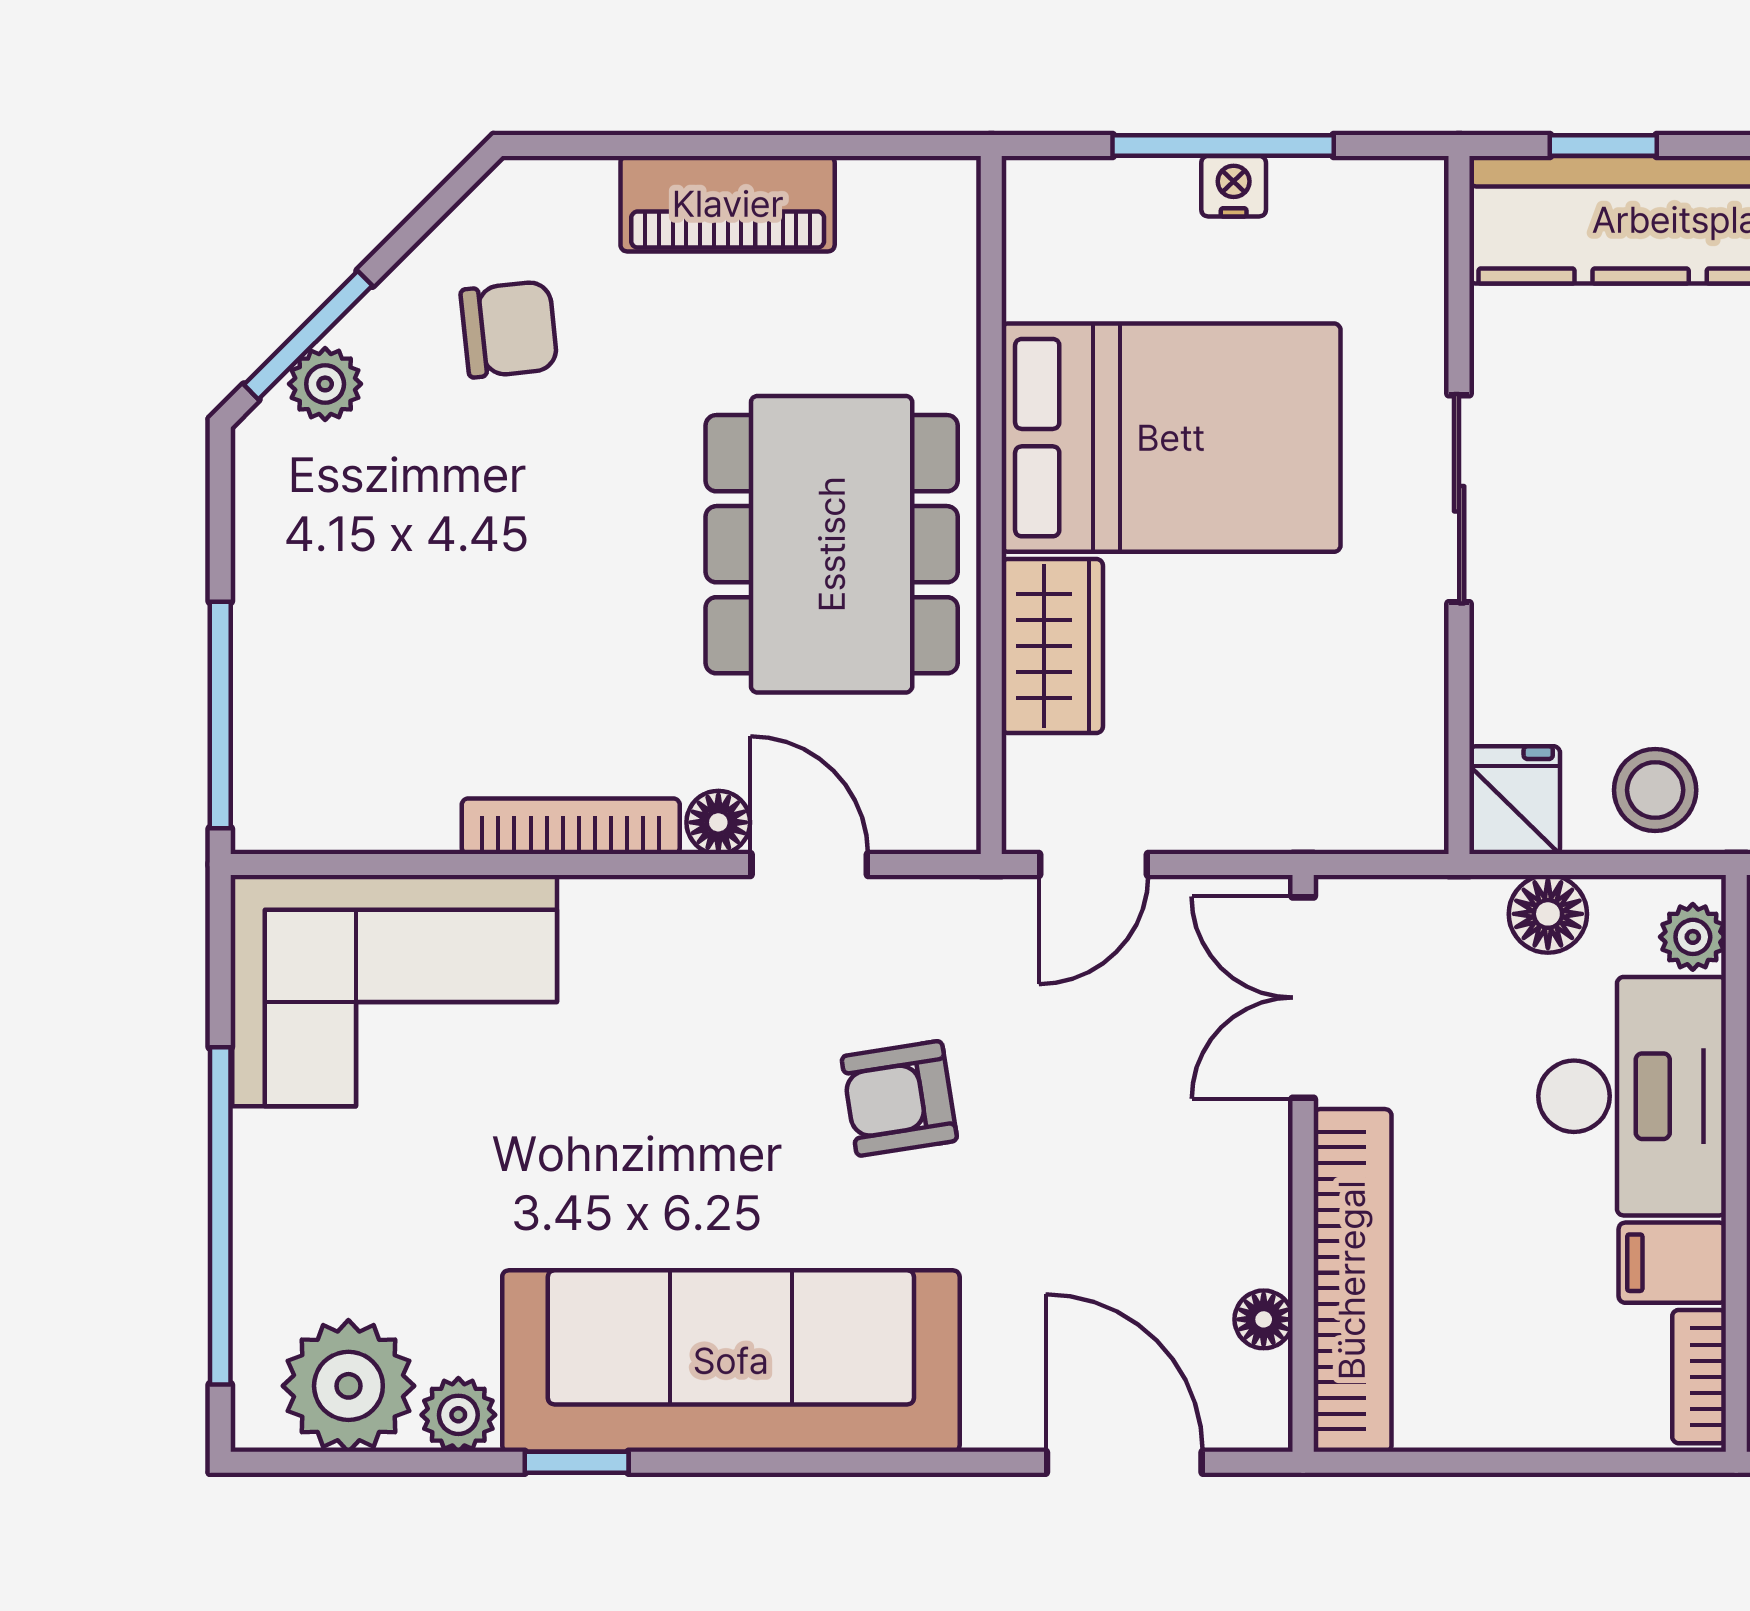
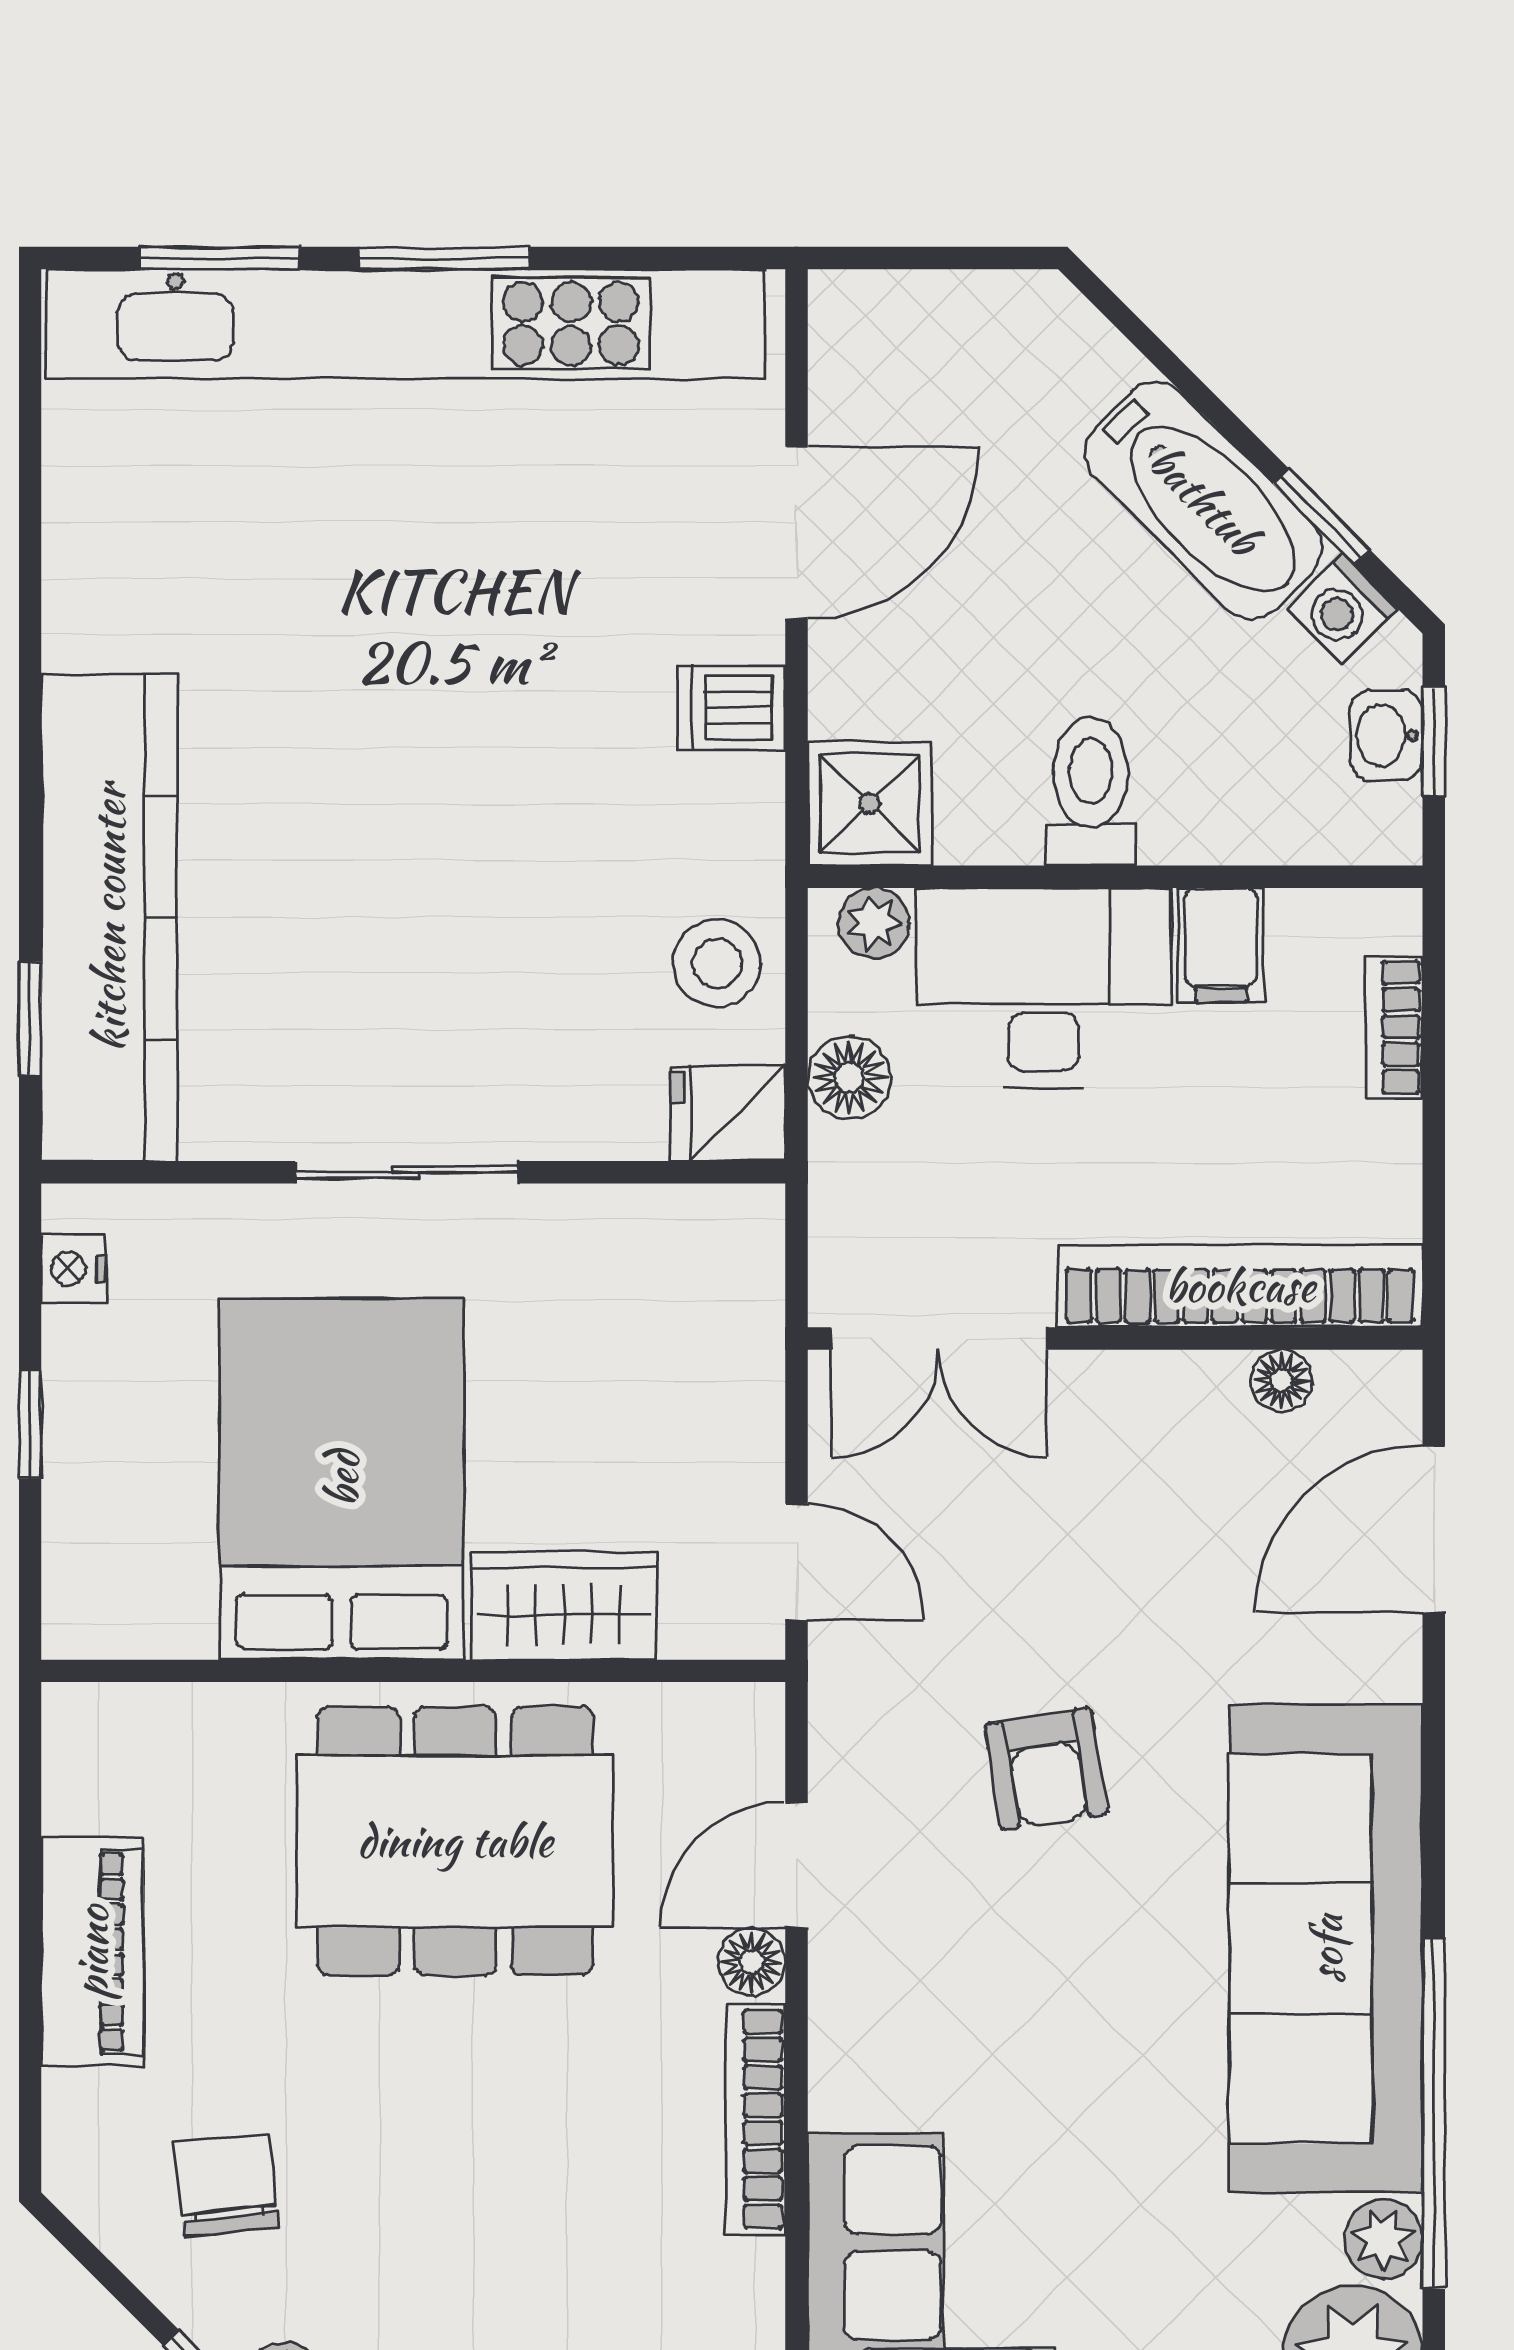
window: (1223, 145) -> (30, 1424), width x0.46
nightstand: (1234, 186) -> (74, 1269), moved
bookcase: (1699, 1377) -> (1394, 1027), moved, turned 90
window: (577, 1462) -> (1434, 2113), width x3.17

